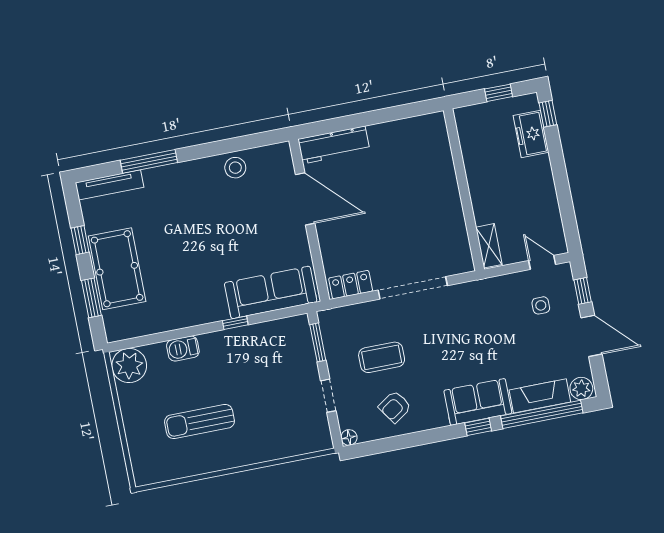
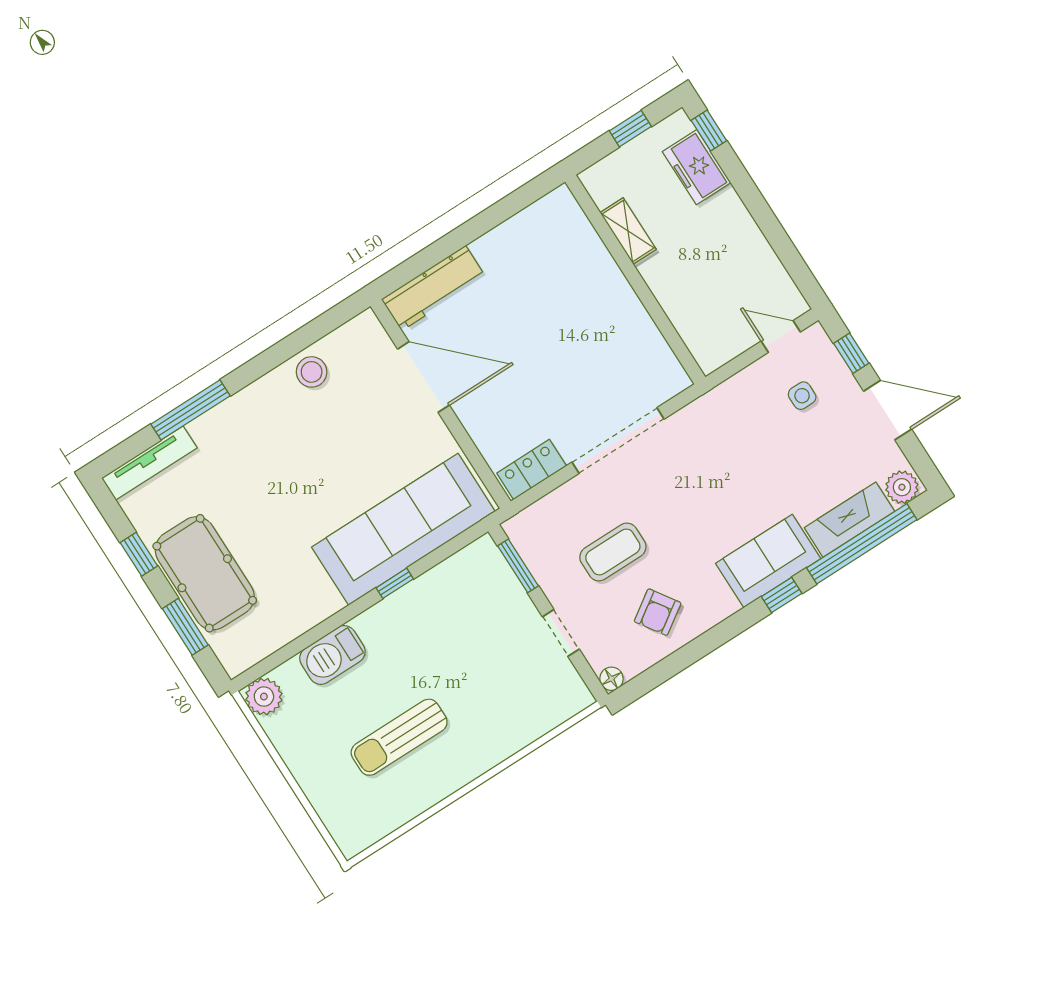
shelving: (489, 246) -> (628, 231), moved
sofa: (271, 292) -> (403, 529), width x1.36, depth x1.27
barbecue: (183, 349) -> (332, 655), width x1.38, depth x1.27
plant: (129, 365) -> (264, 697), width x0.73, depth x0.73

